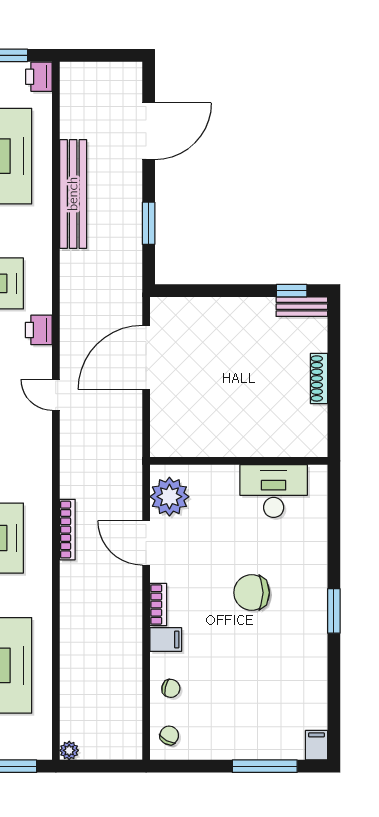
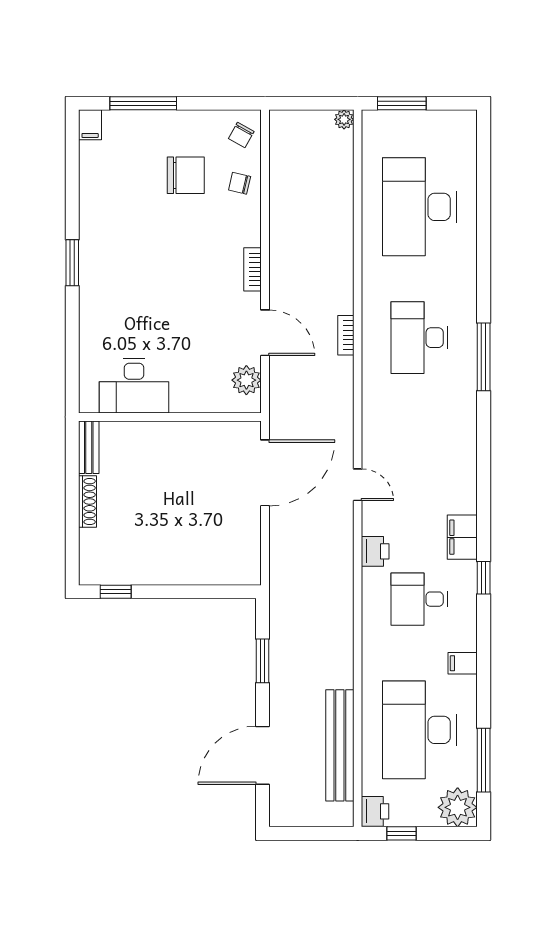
bench: (73, 194) -> (340, 745), moved
bench: (302, 307) -> (89, 447), moved, turned 90
door: (146, 357) -> (265, 473), moved
plant: (169, 497) -> (246, 380), width x0.73, depth x0.73
bookcase: (67, 530) -> (346, 335), width x0.64
chair: (252, 593) -> (186, 175), moved
filing cabinet: (166, 640) -> (245, 233), removed

